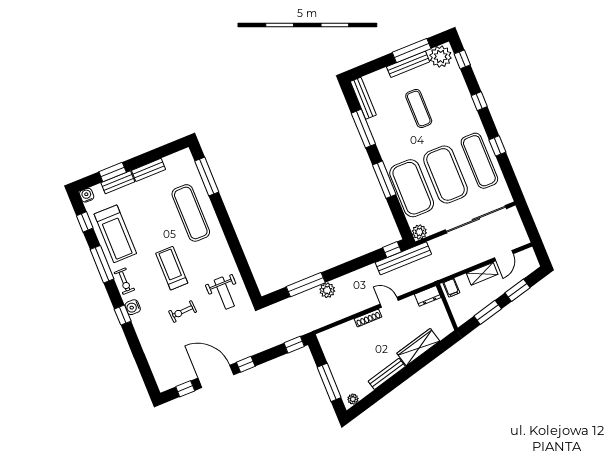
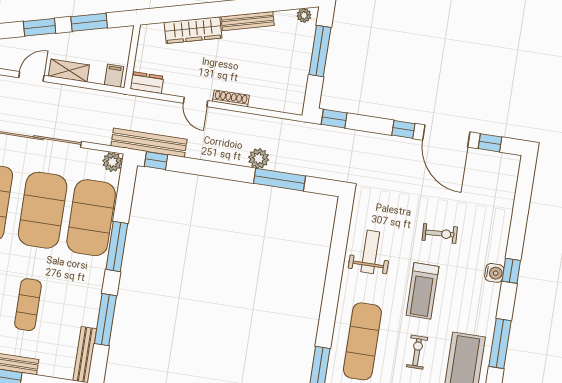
exercise bike: (124, 281) -> (417, 352), moved
weight bench: (224, 293) -> (370, 252), moved

